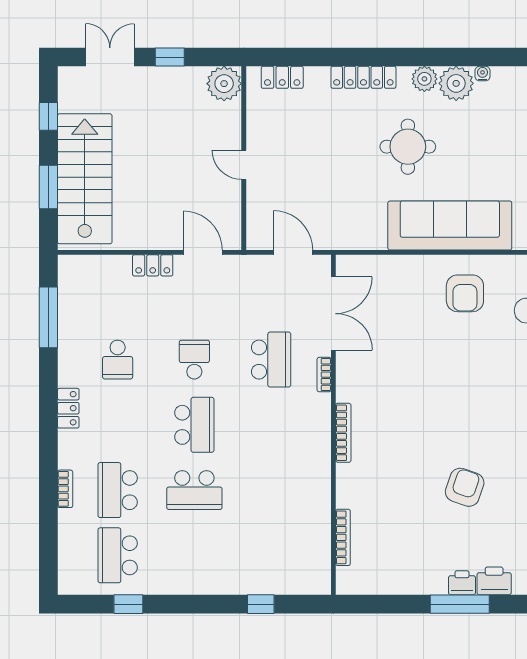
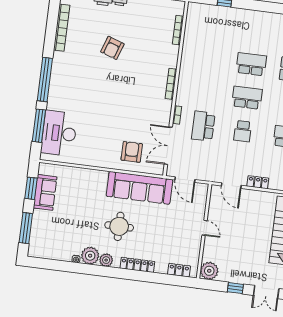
sofa: (450, 226) -> (139, 188), moved
armchair: (465, 293) -> (132, 152), moved
school desk: (194, 425) -> (247, 98), turned 90

